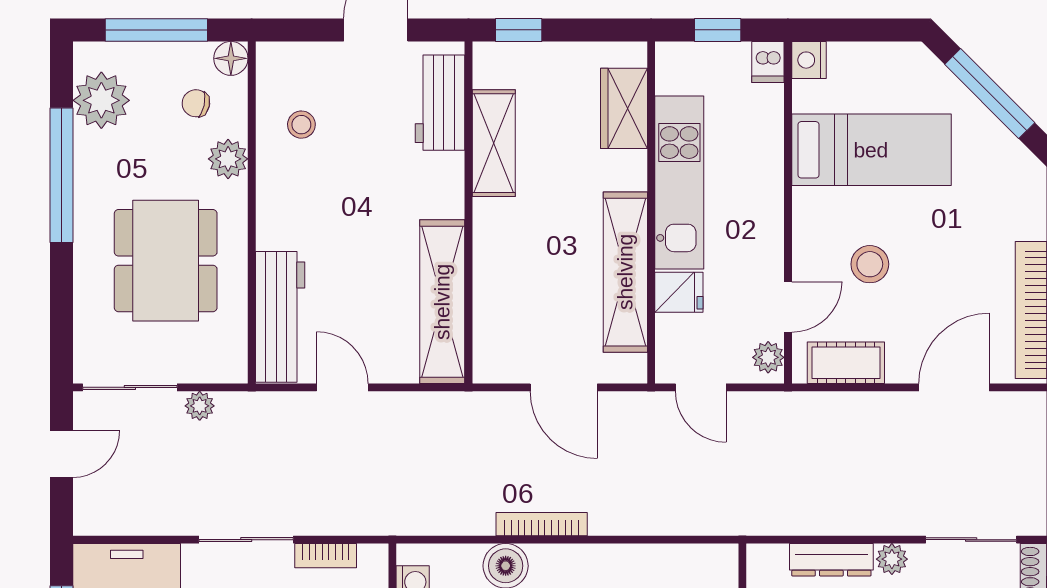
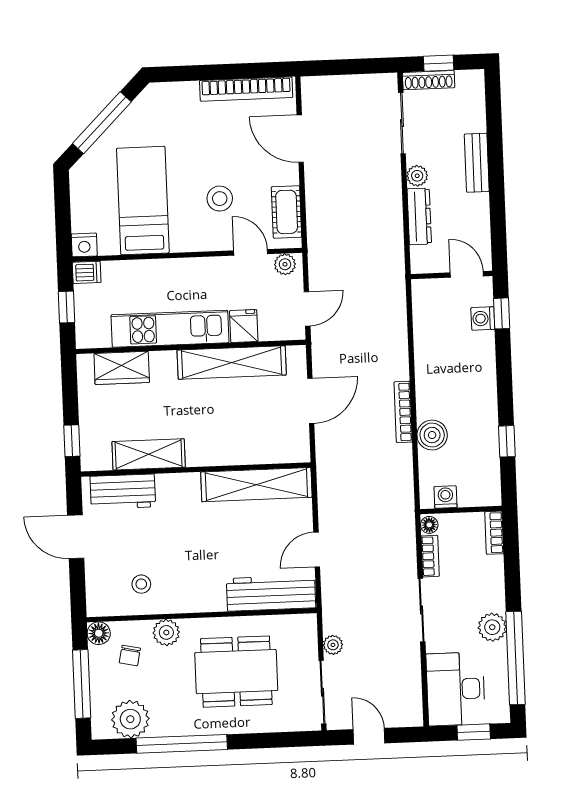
floor lamp: (372, 556) -> (429, 525), added

